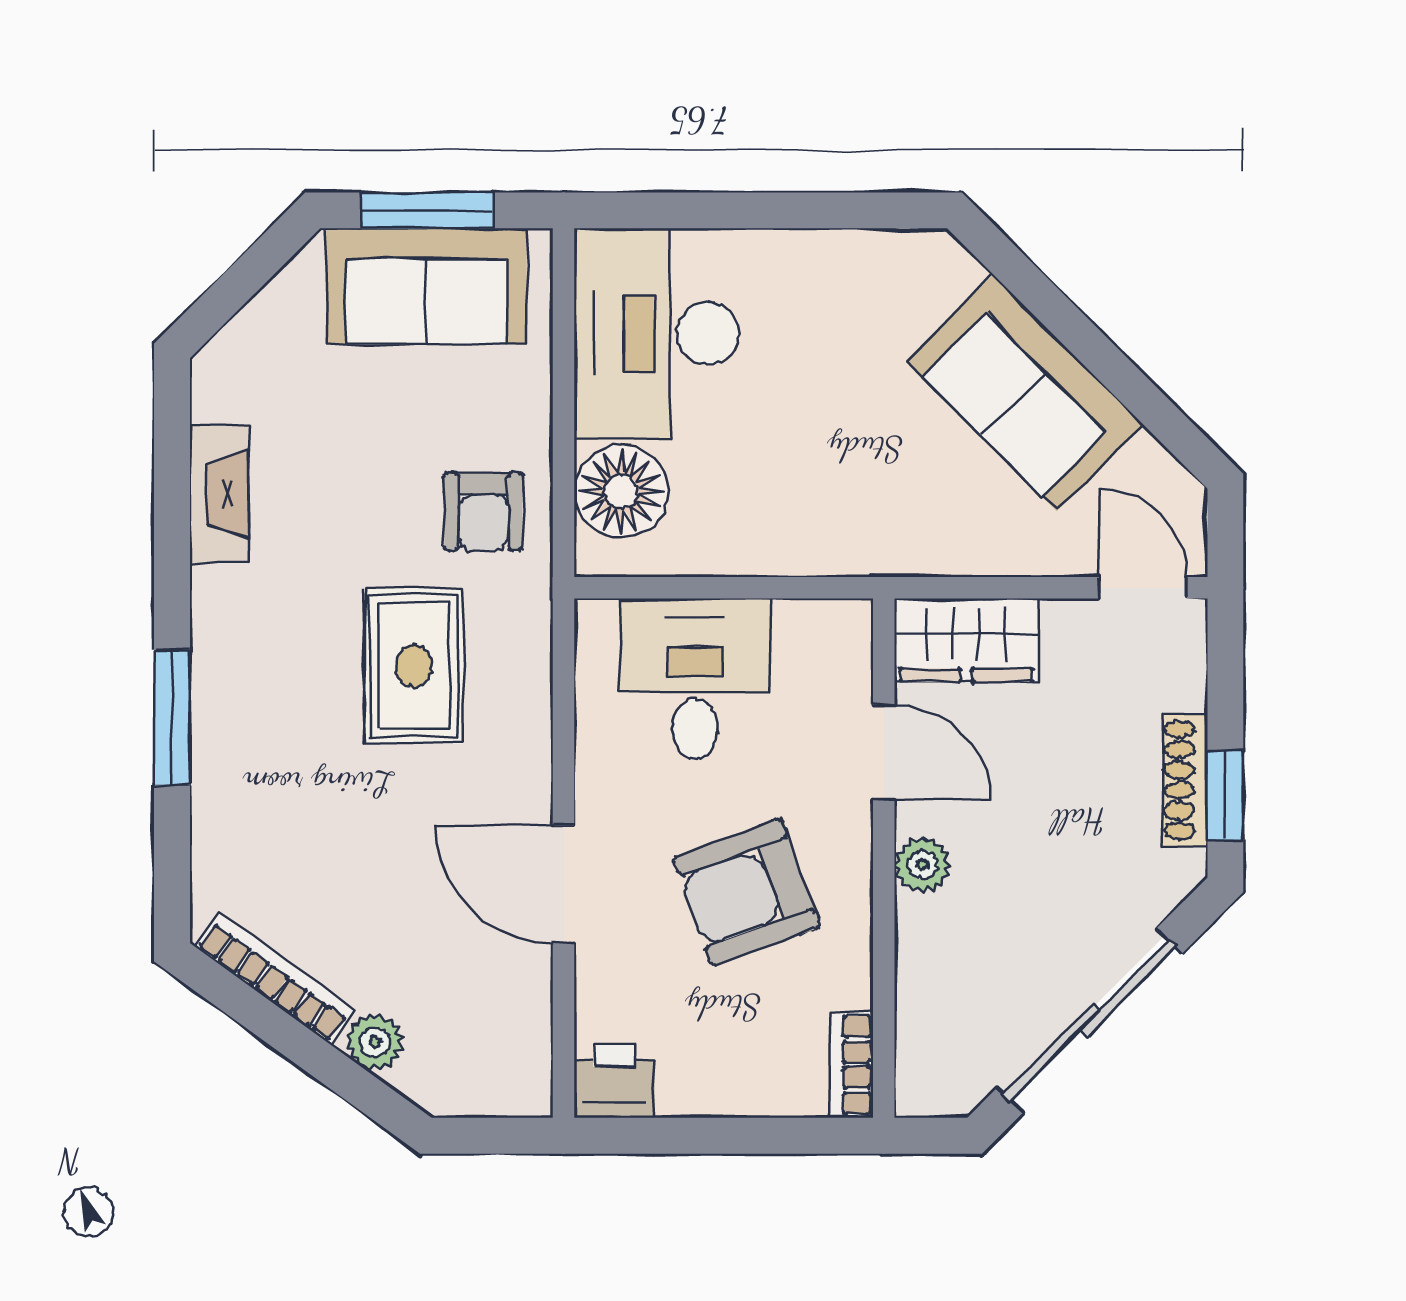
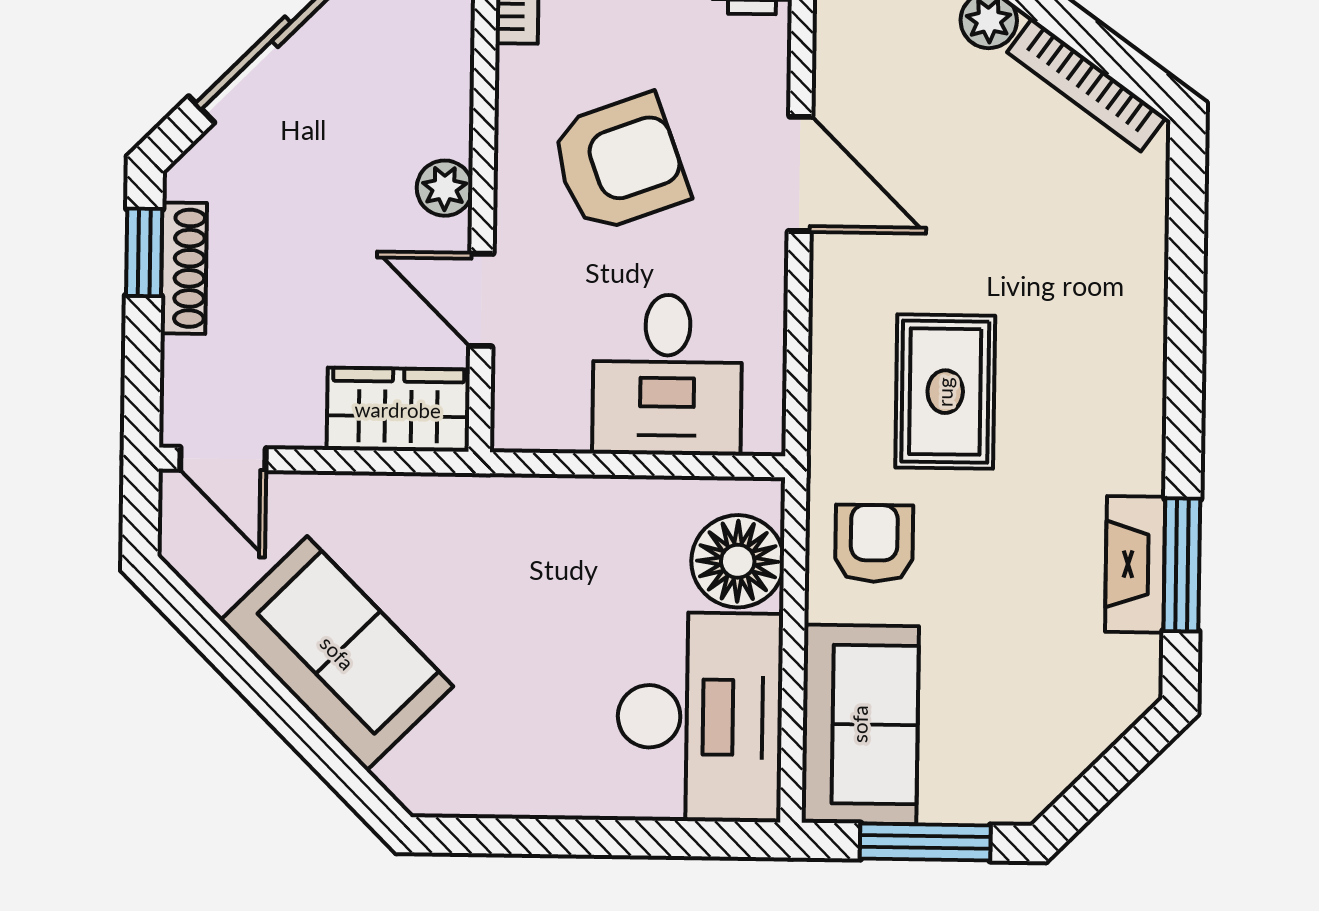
sofa: (426, 286) -> (860, 724), moved, turned 90
window: (172, 718) -> (1182, 565), moved

